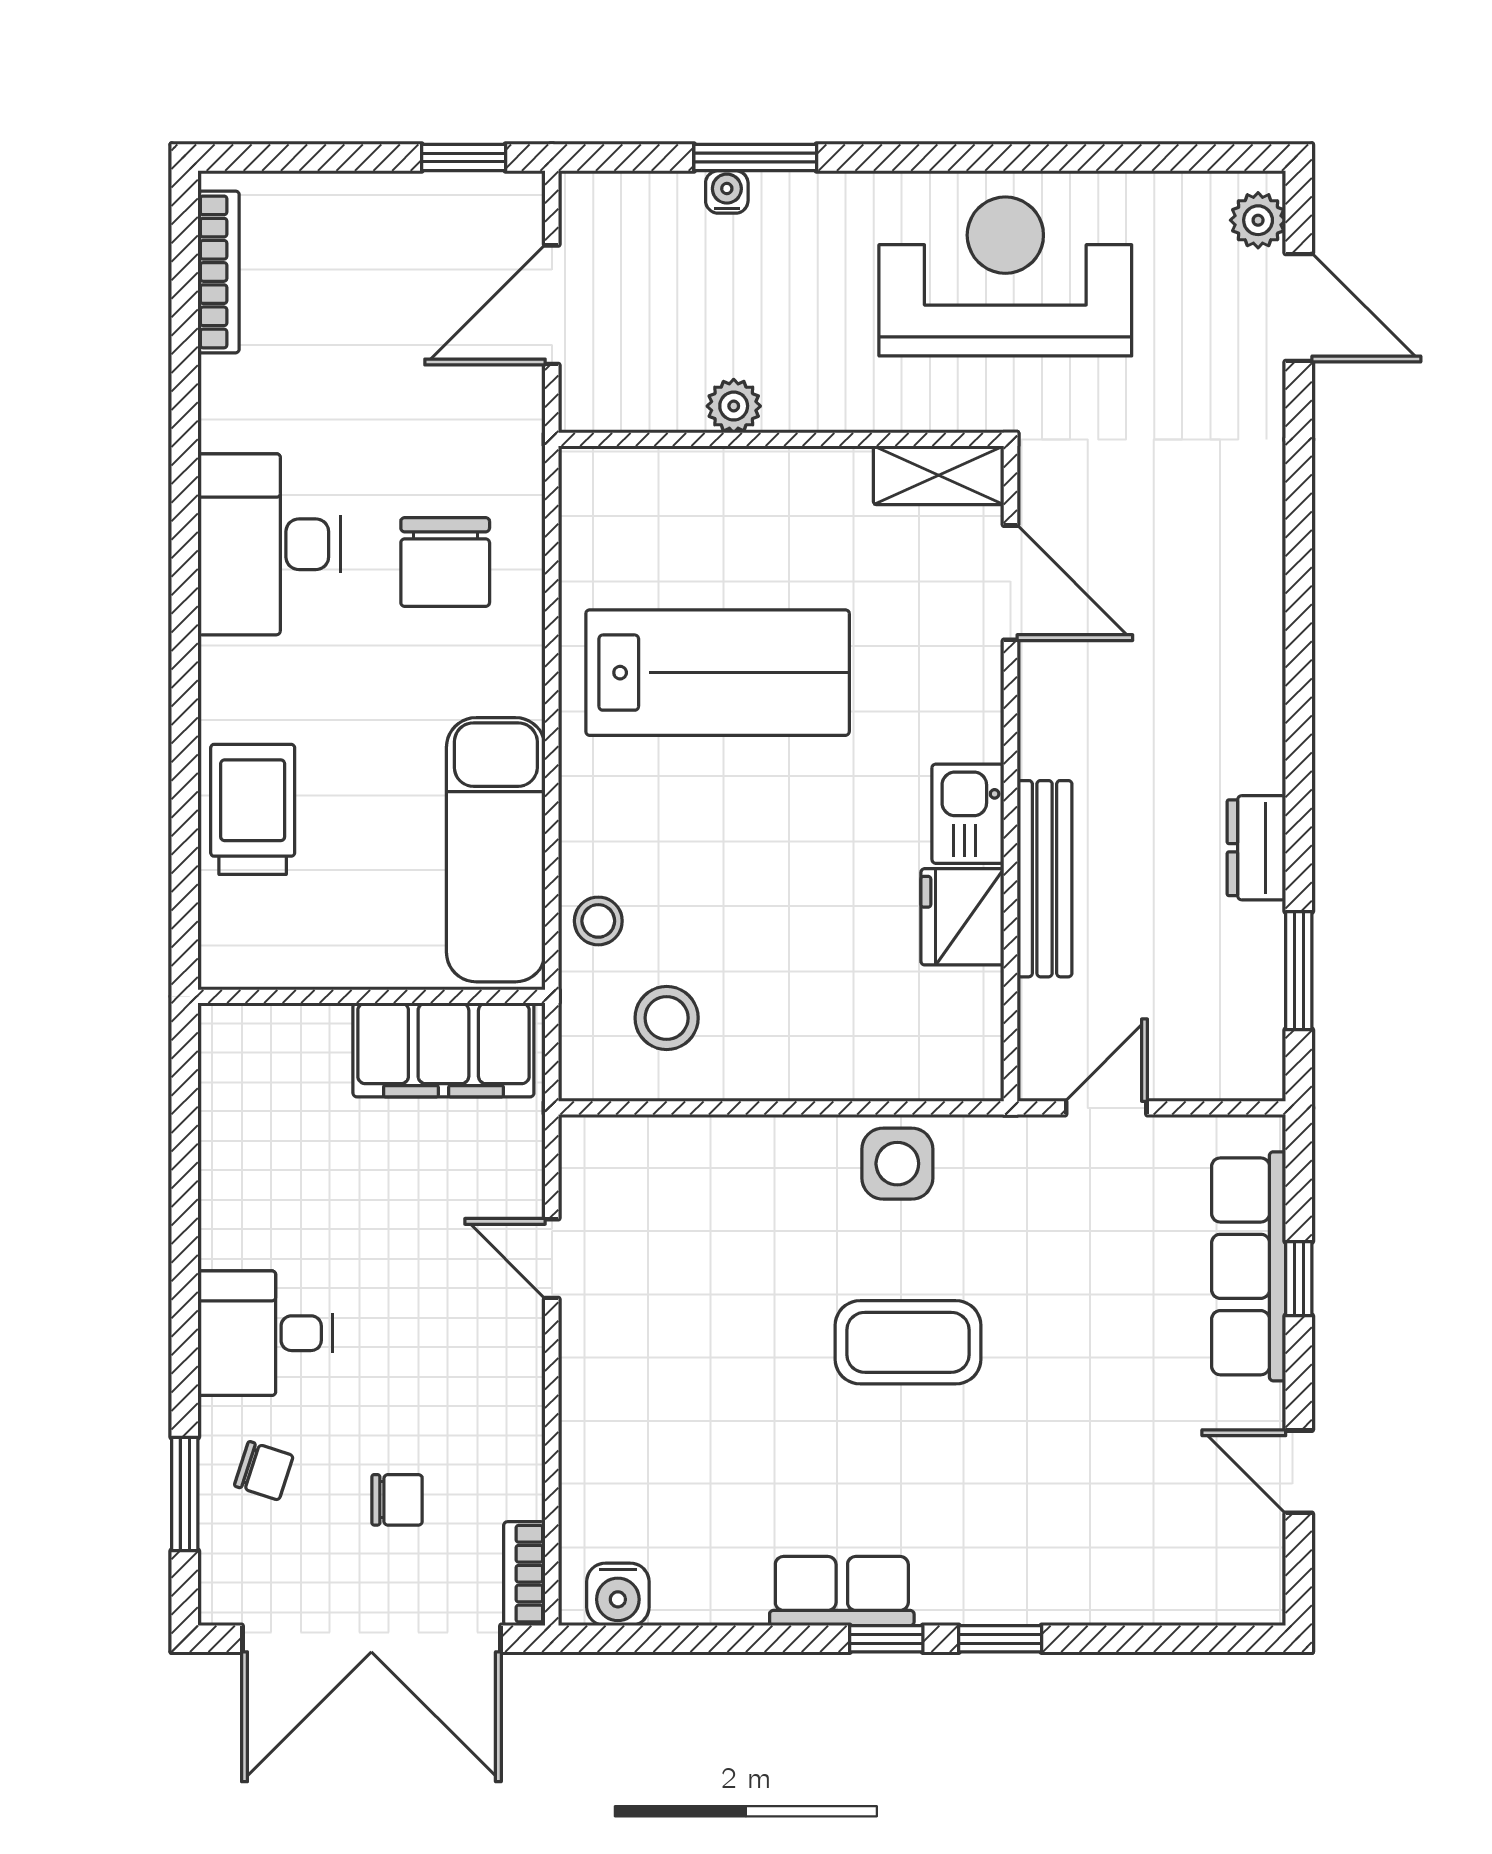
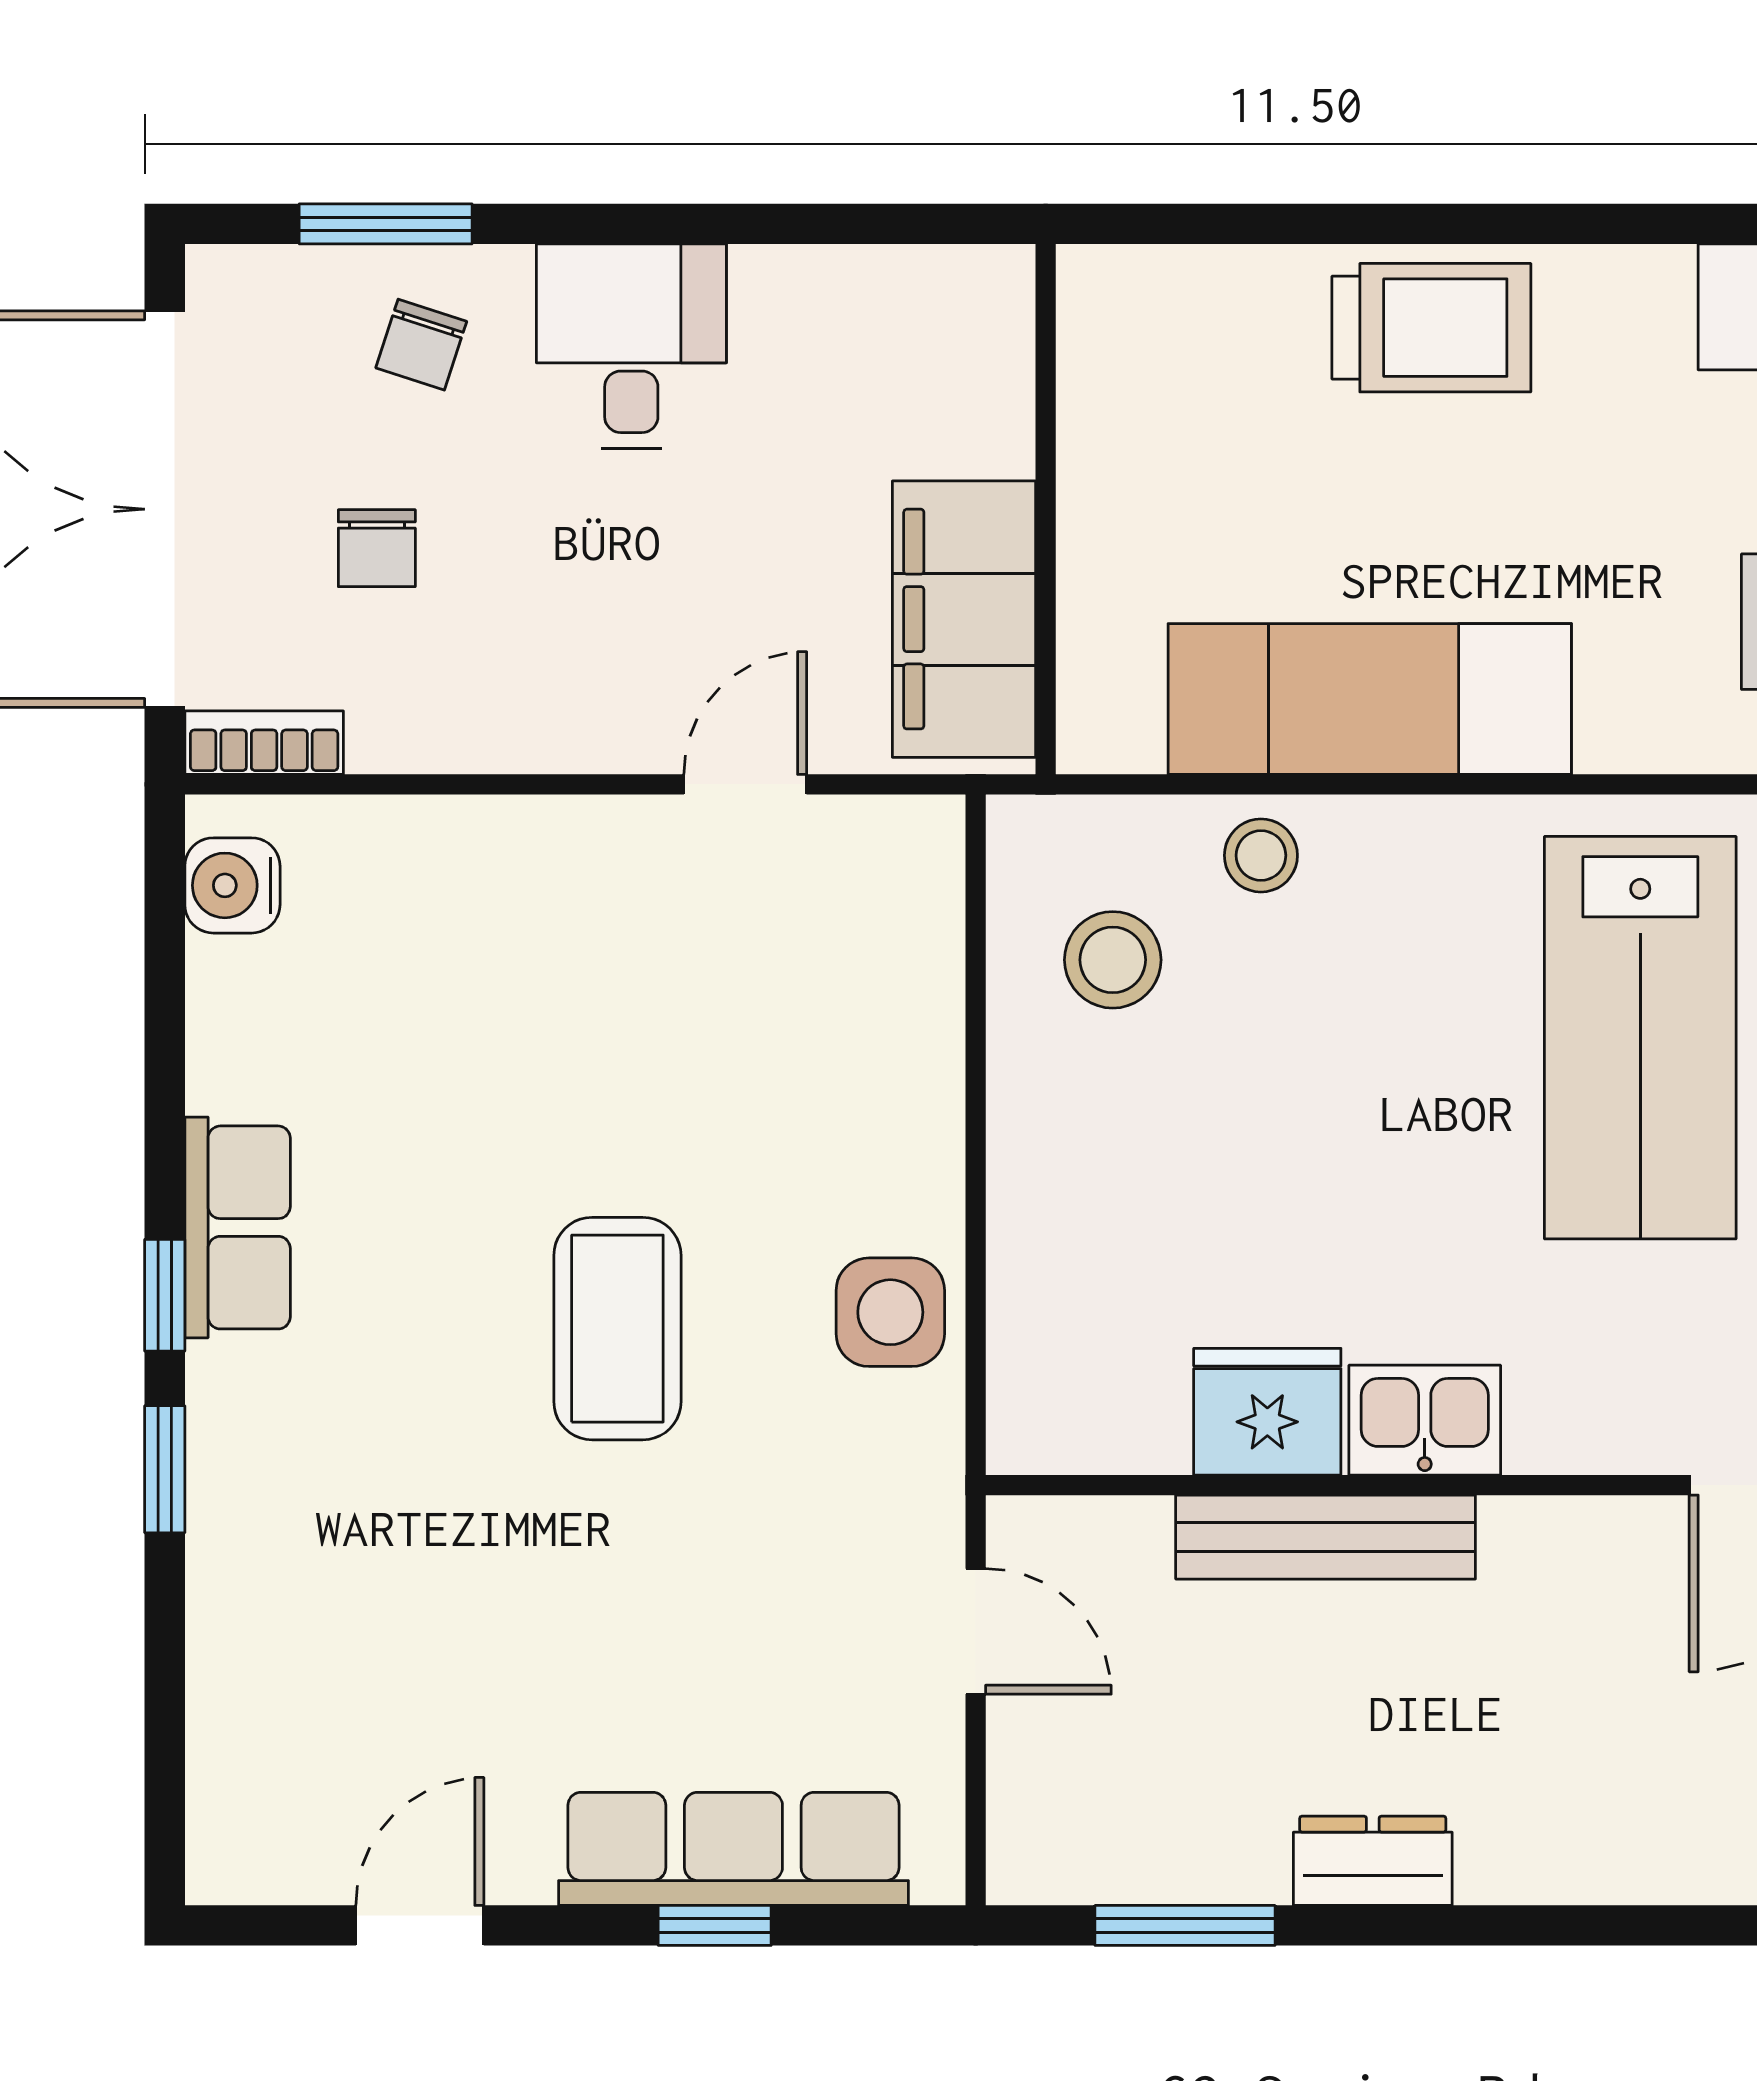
wall: (371, 996) -> (1046, 509), moved
filing cabinet: (443, 1050) -> (964, 619), moved

